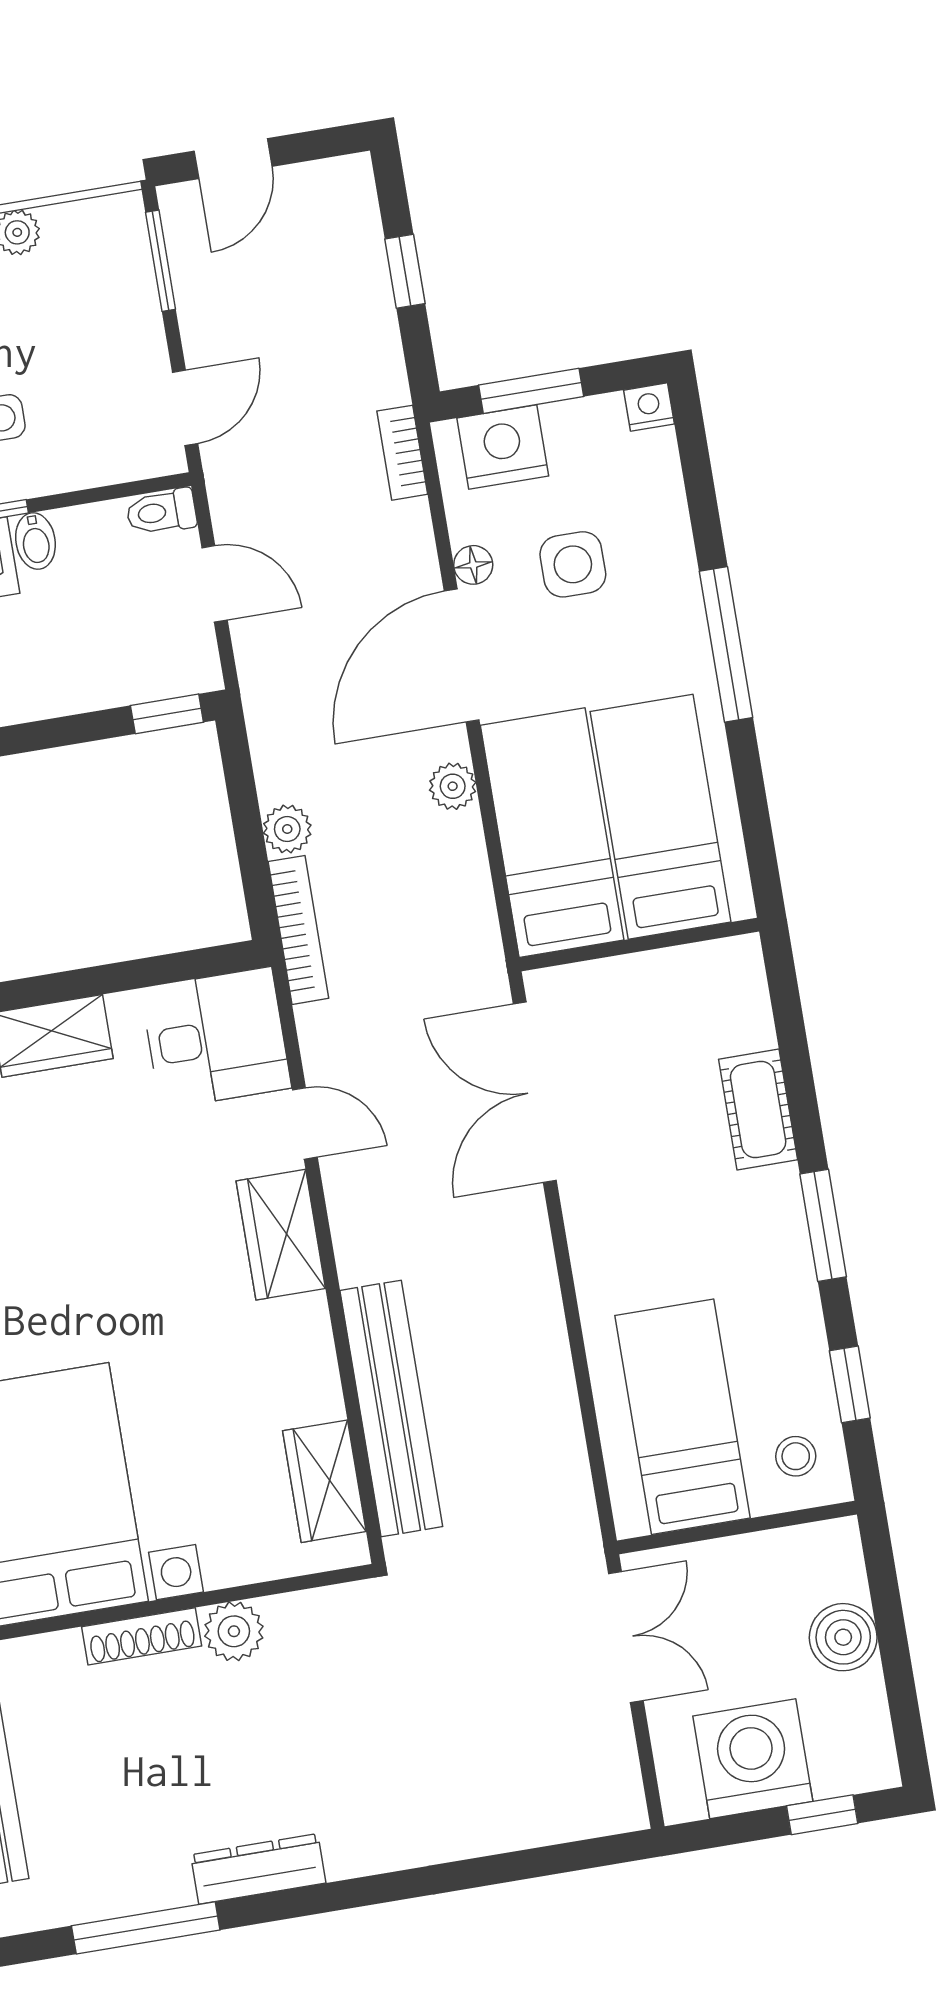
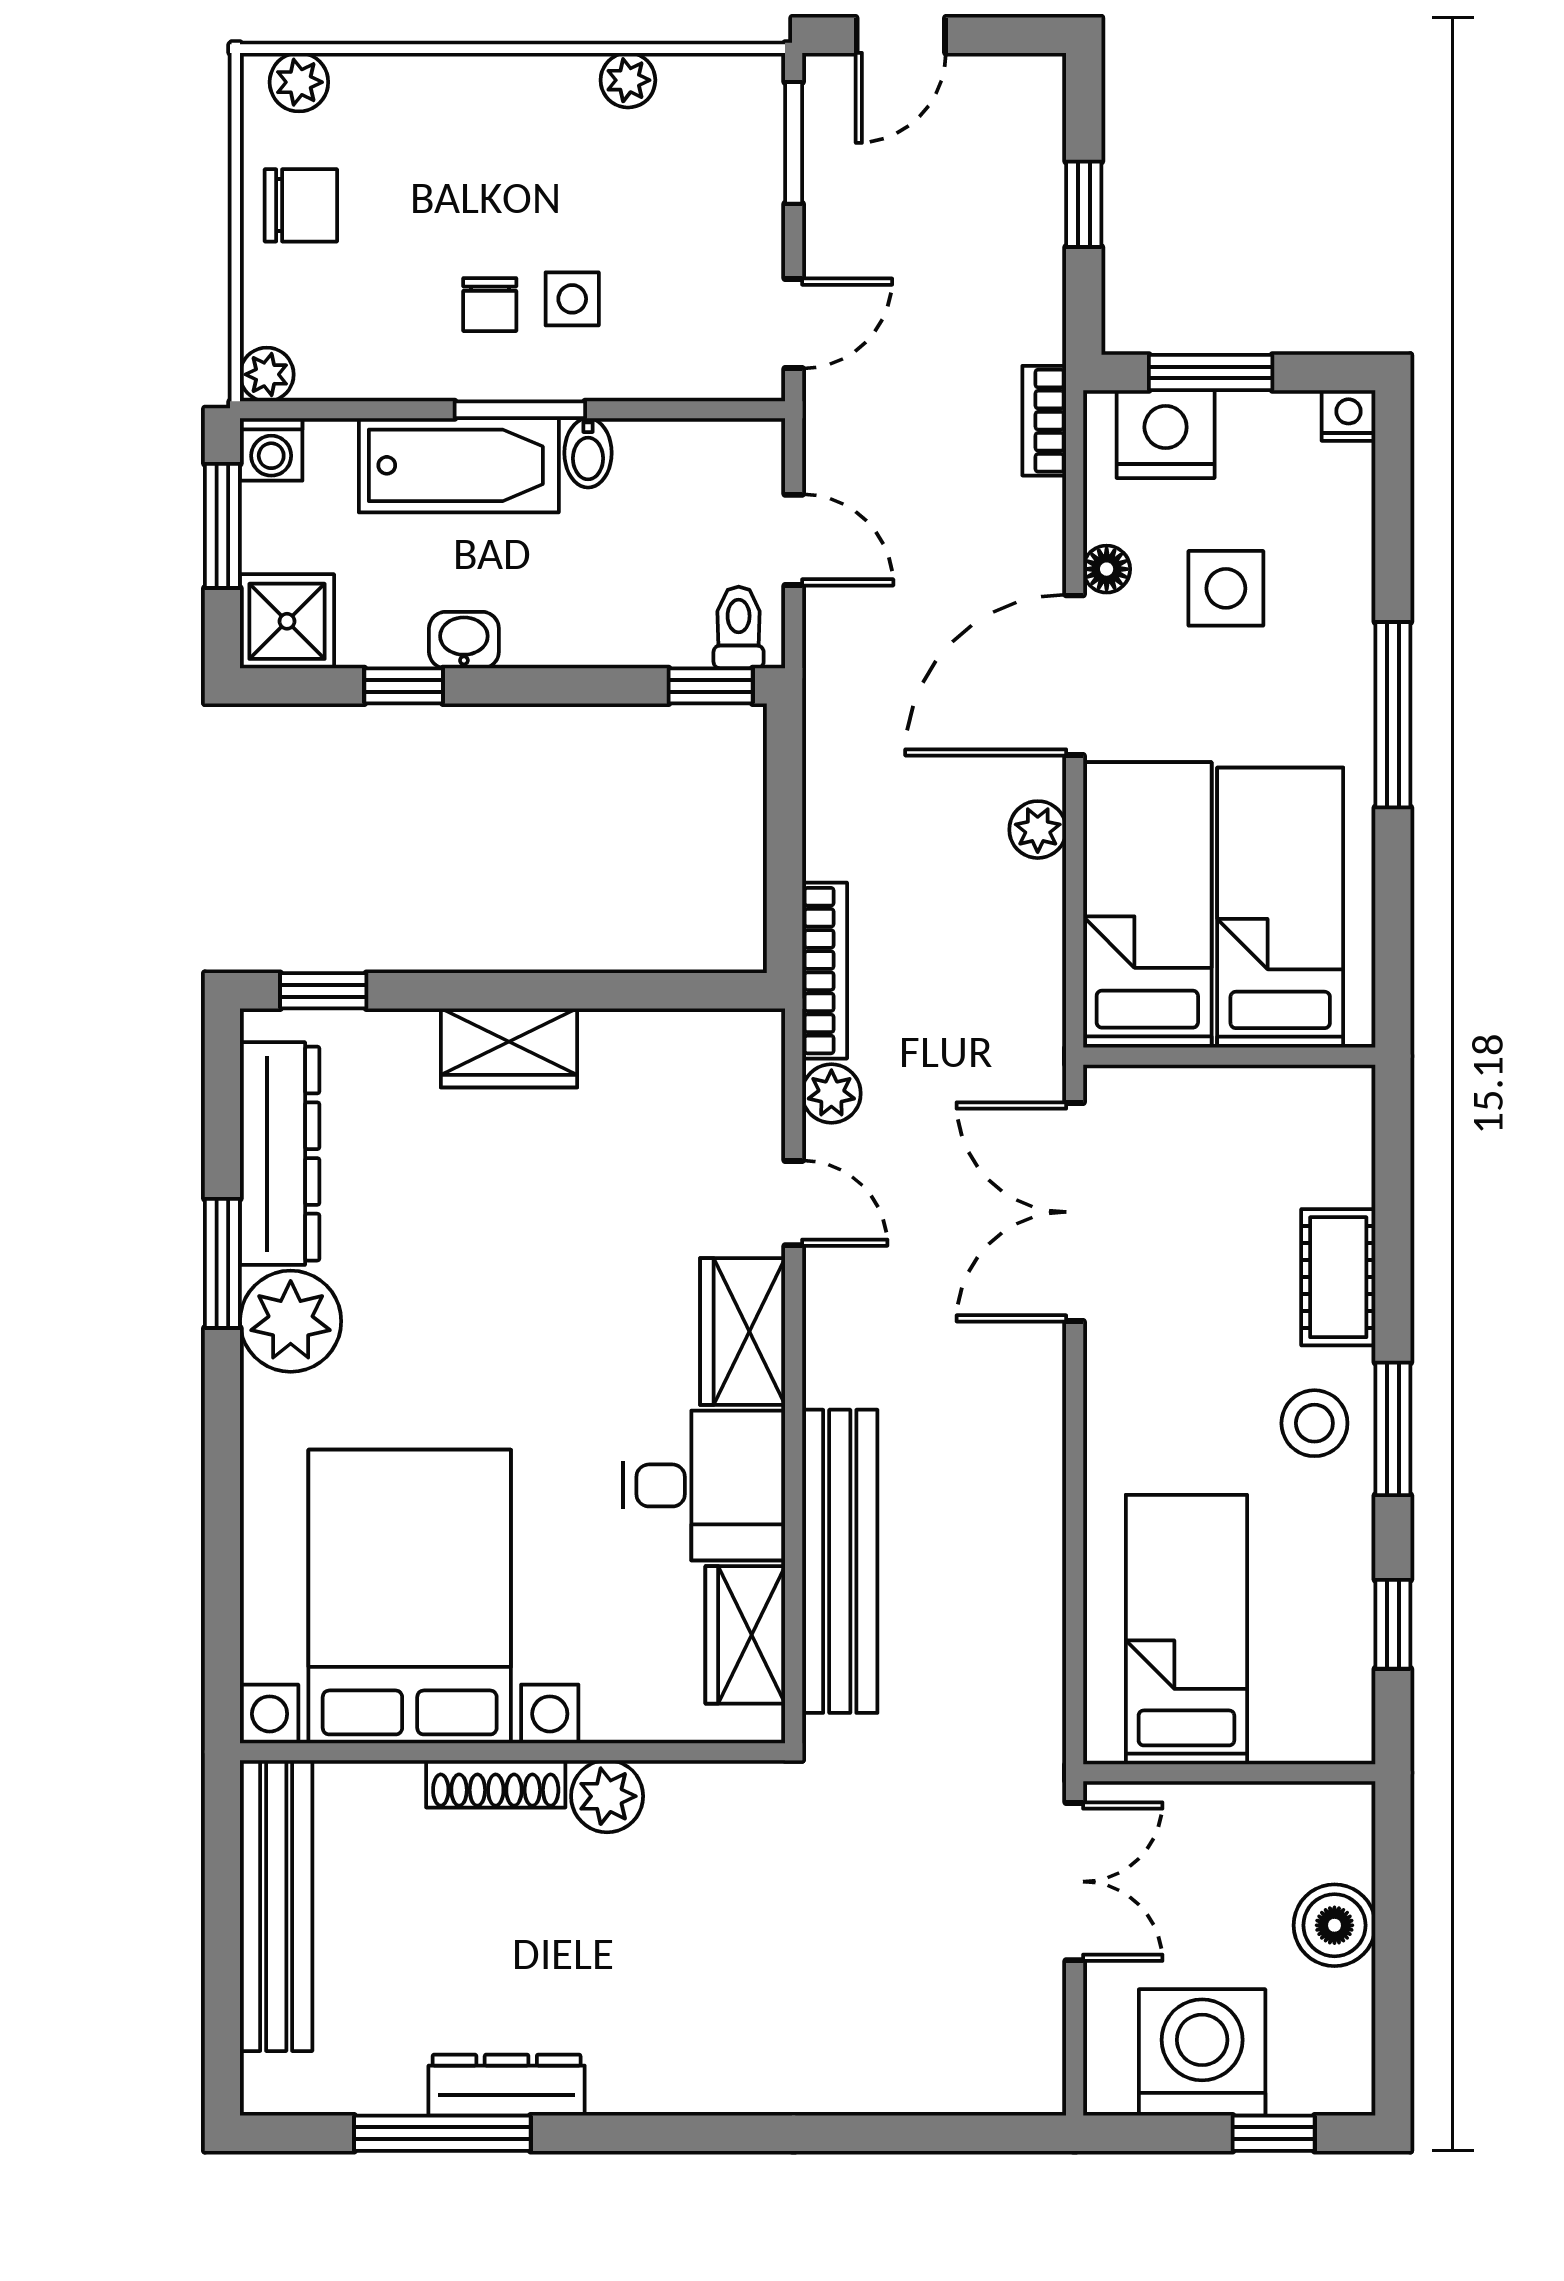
toilet: (161, 512) -> (739, 627), moved, turned 90
plant: (287, 829) -> (831, 1094), moved
desk: (216, 1038) -> (704, 1485), moved
stool: (796, 1456) -> (1314, 1423), moved, width x1.37, depth x1.37
dresser: (258, 1869) -> (507, 2085), moved

